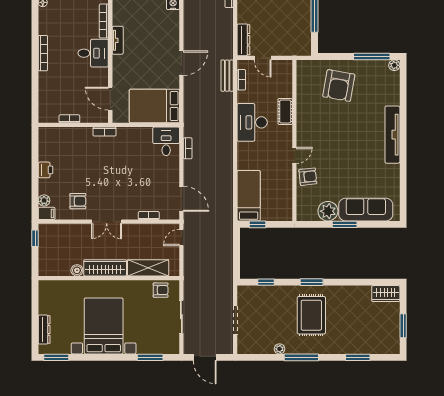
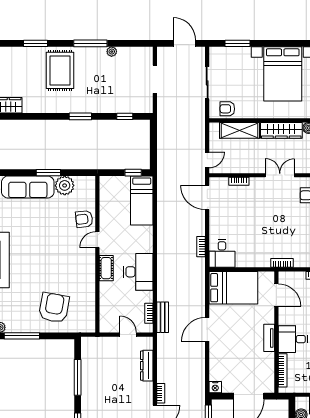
tv unit: (118, 40) -> (269, 338), moved
dresser: (243, 40) -> (147, 366), moved
cot: (285, 111) -> (106, 268), moved
rug: (311, 315) -> (60, 70), moved

